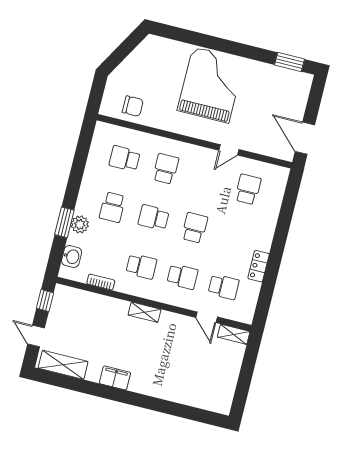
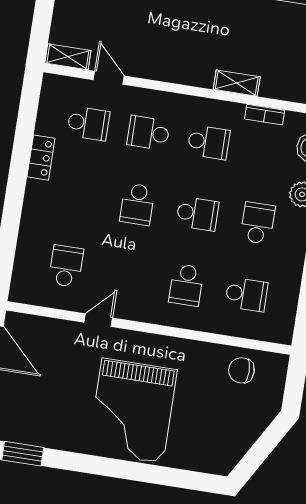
school desk: (248, 189) -> (66, 266), turned 180
school desk: (141, 266) -> (209, 142), turned 180
school desk: (224, 287) -> (88, 123), turned 180
shelving: (145, 312) -> (237, 83), moved

